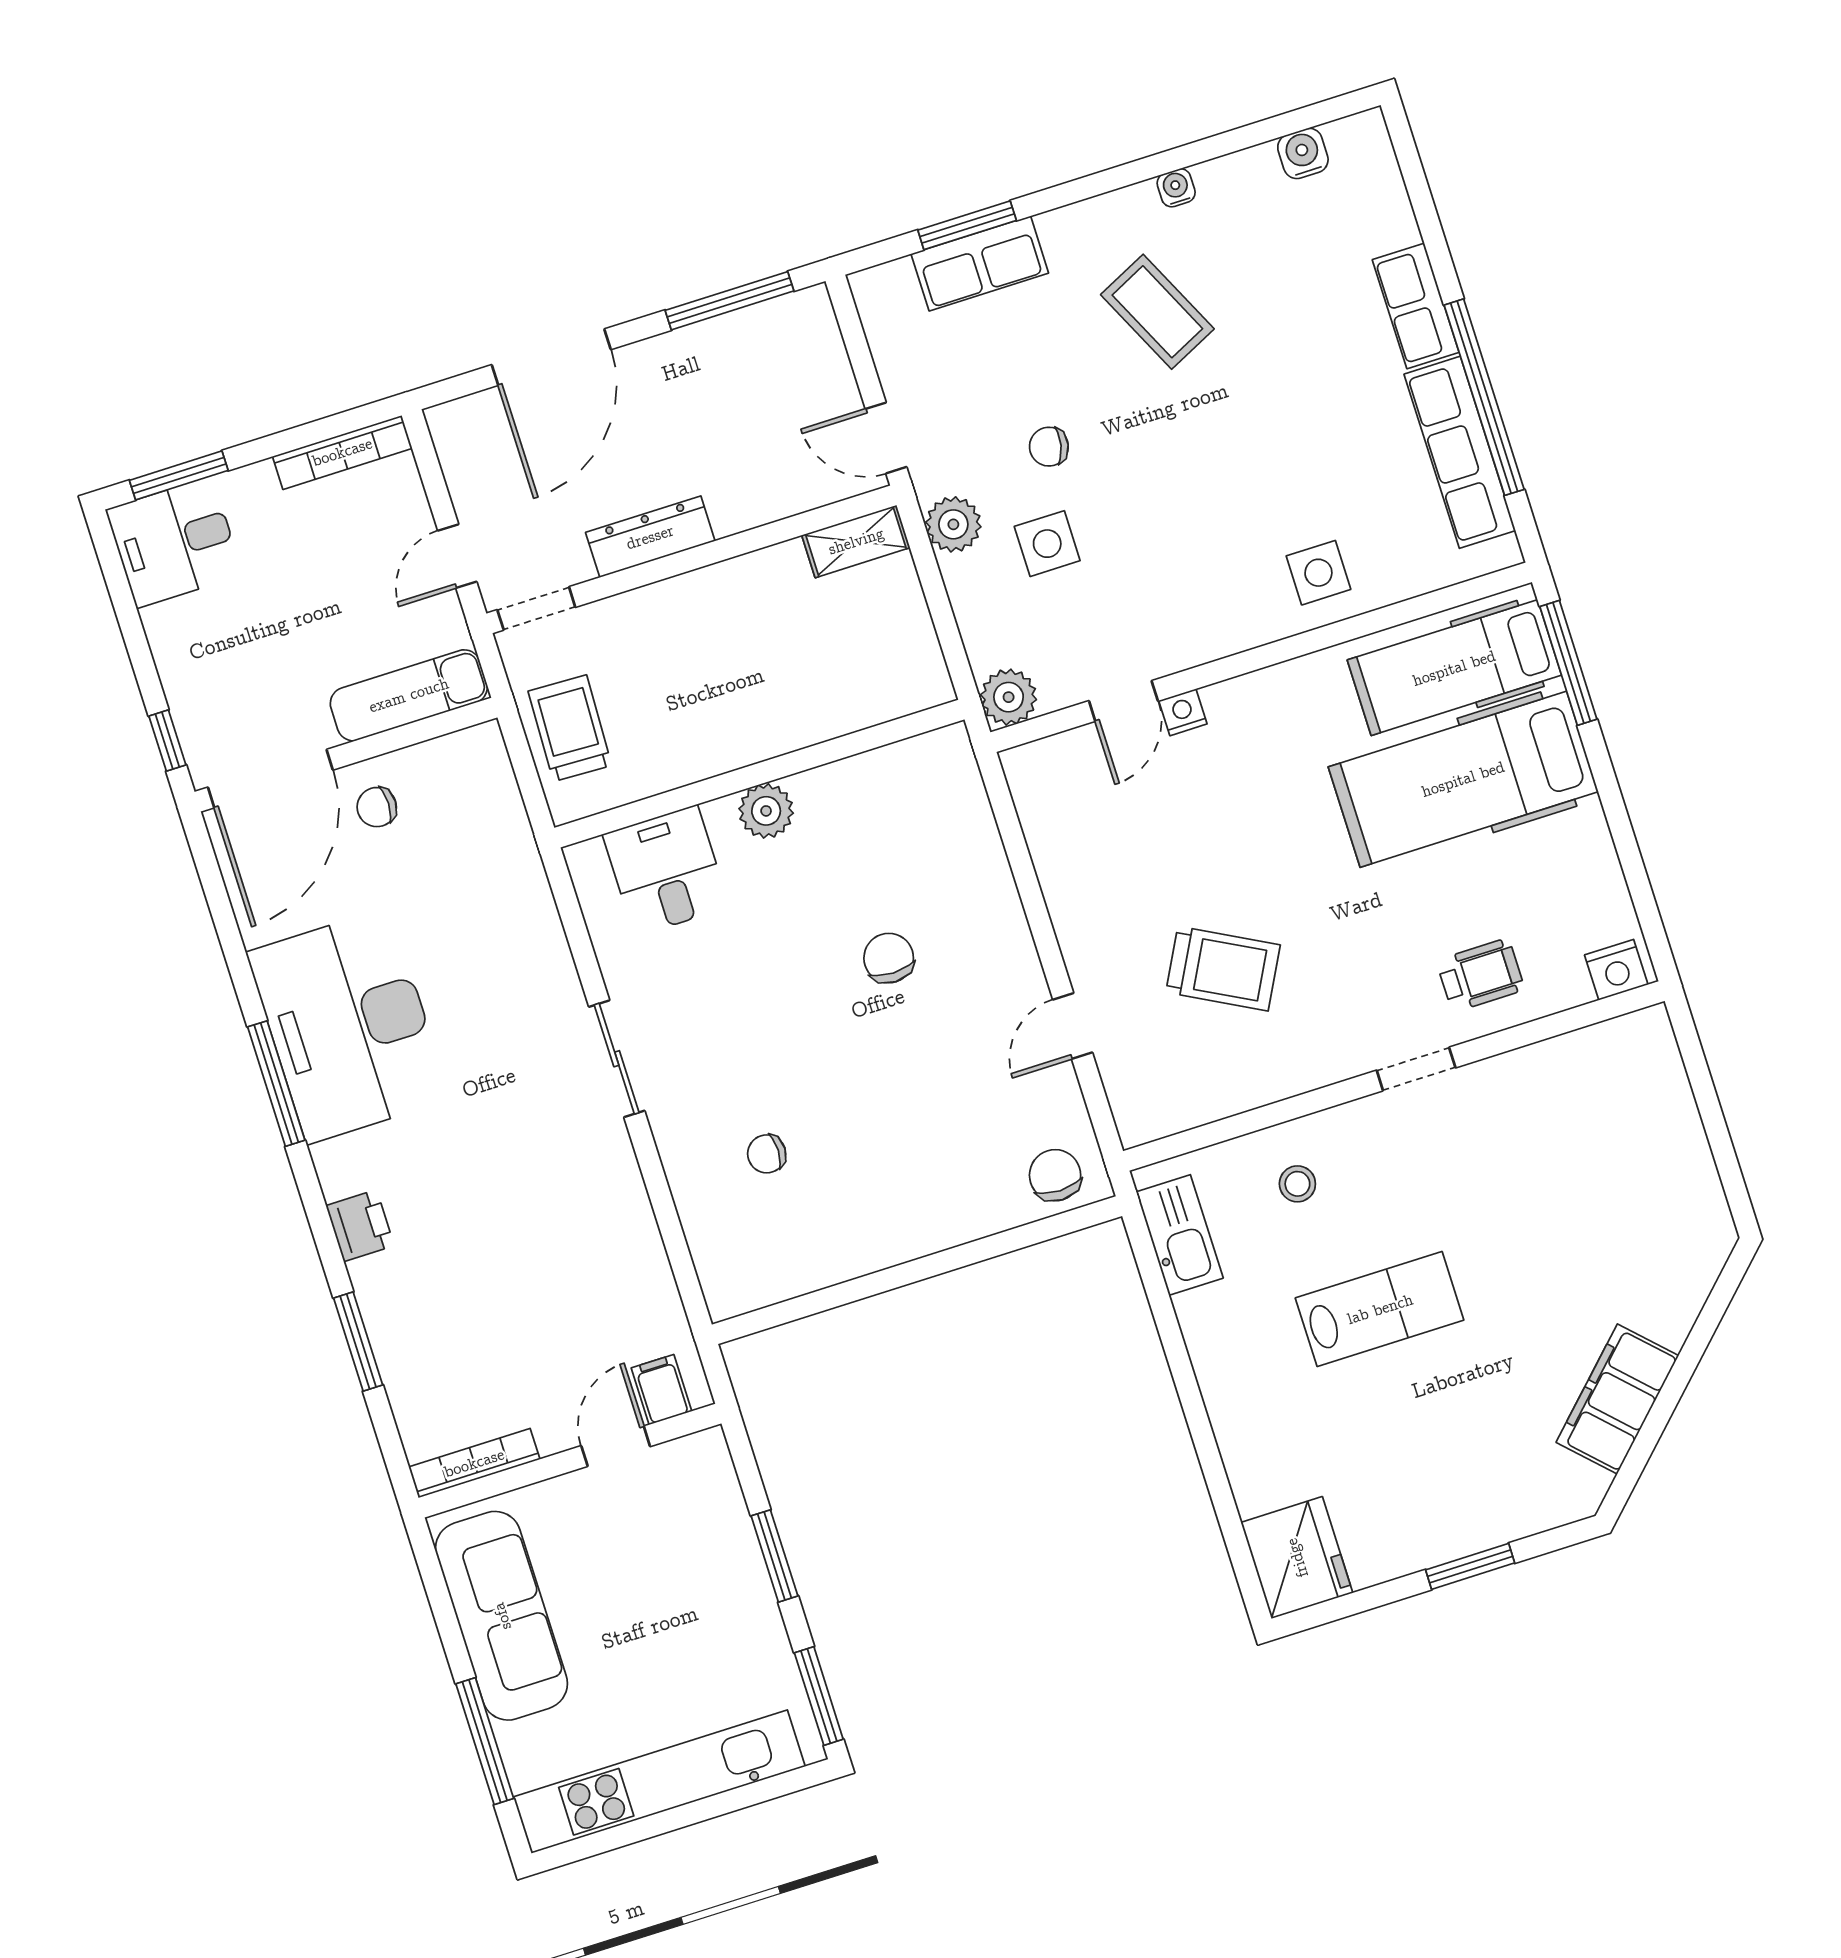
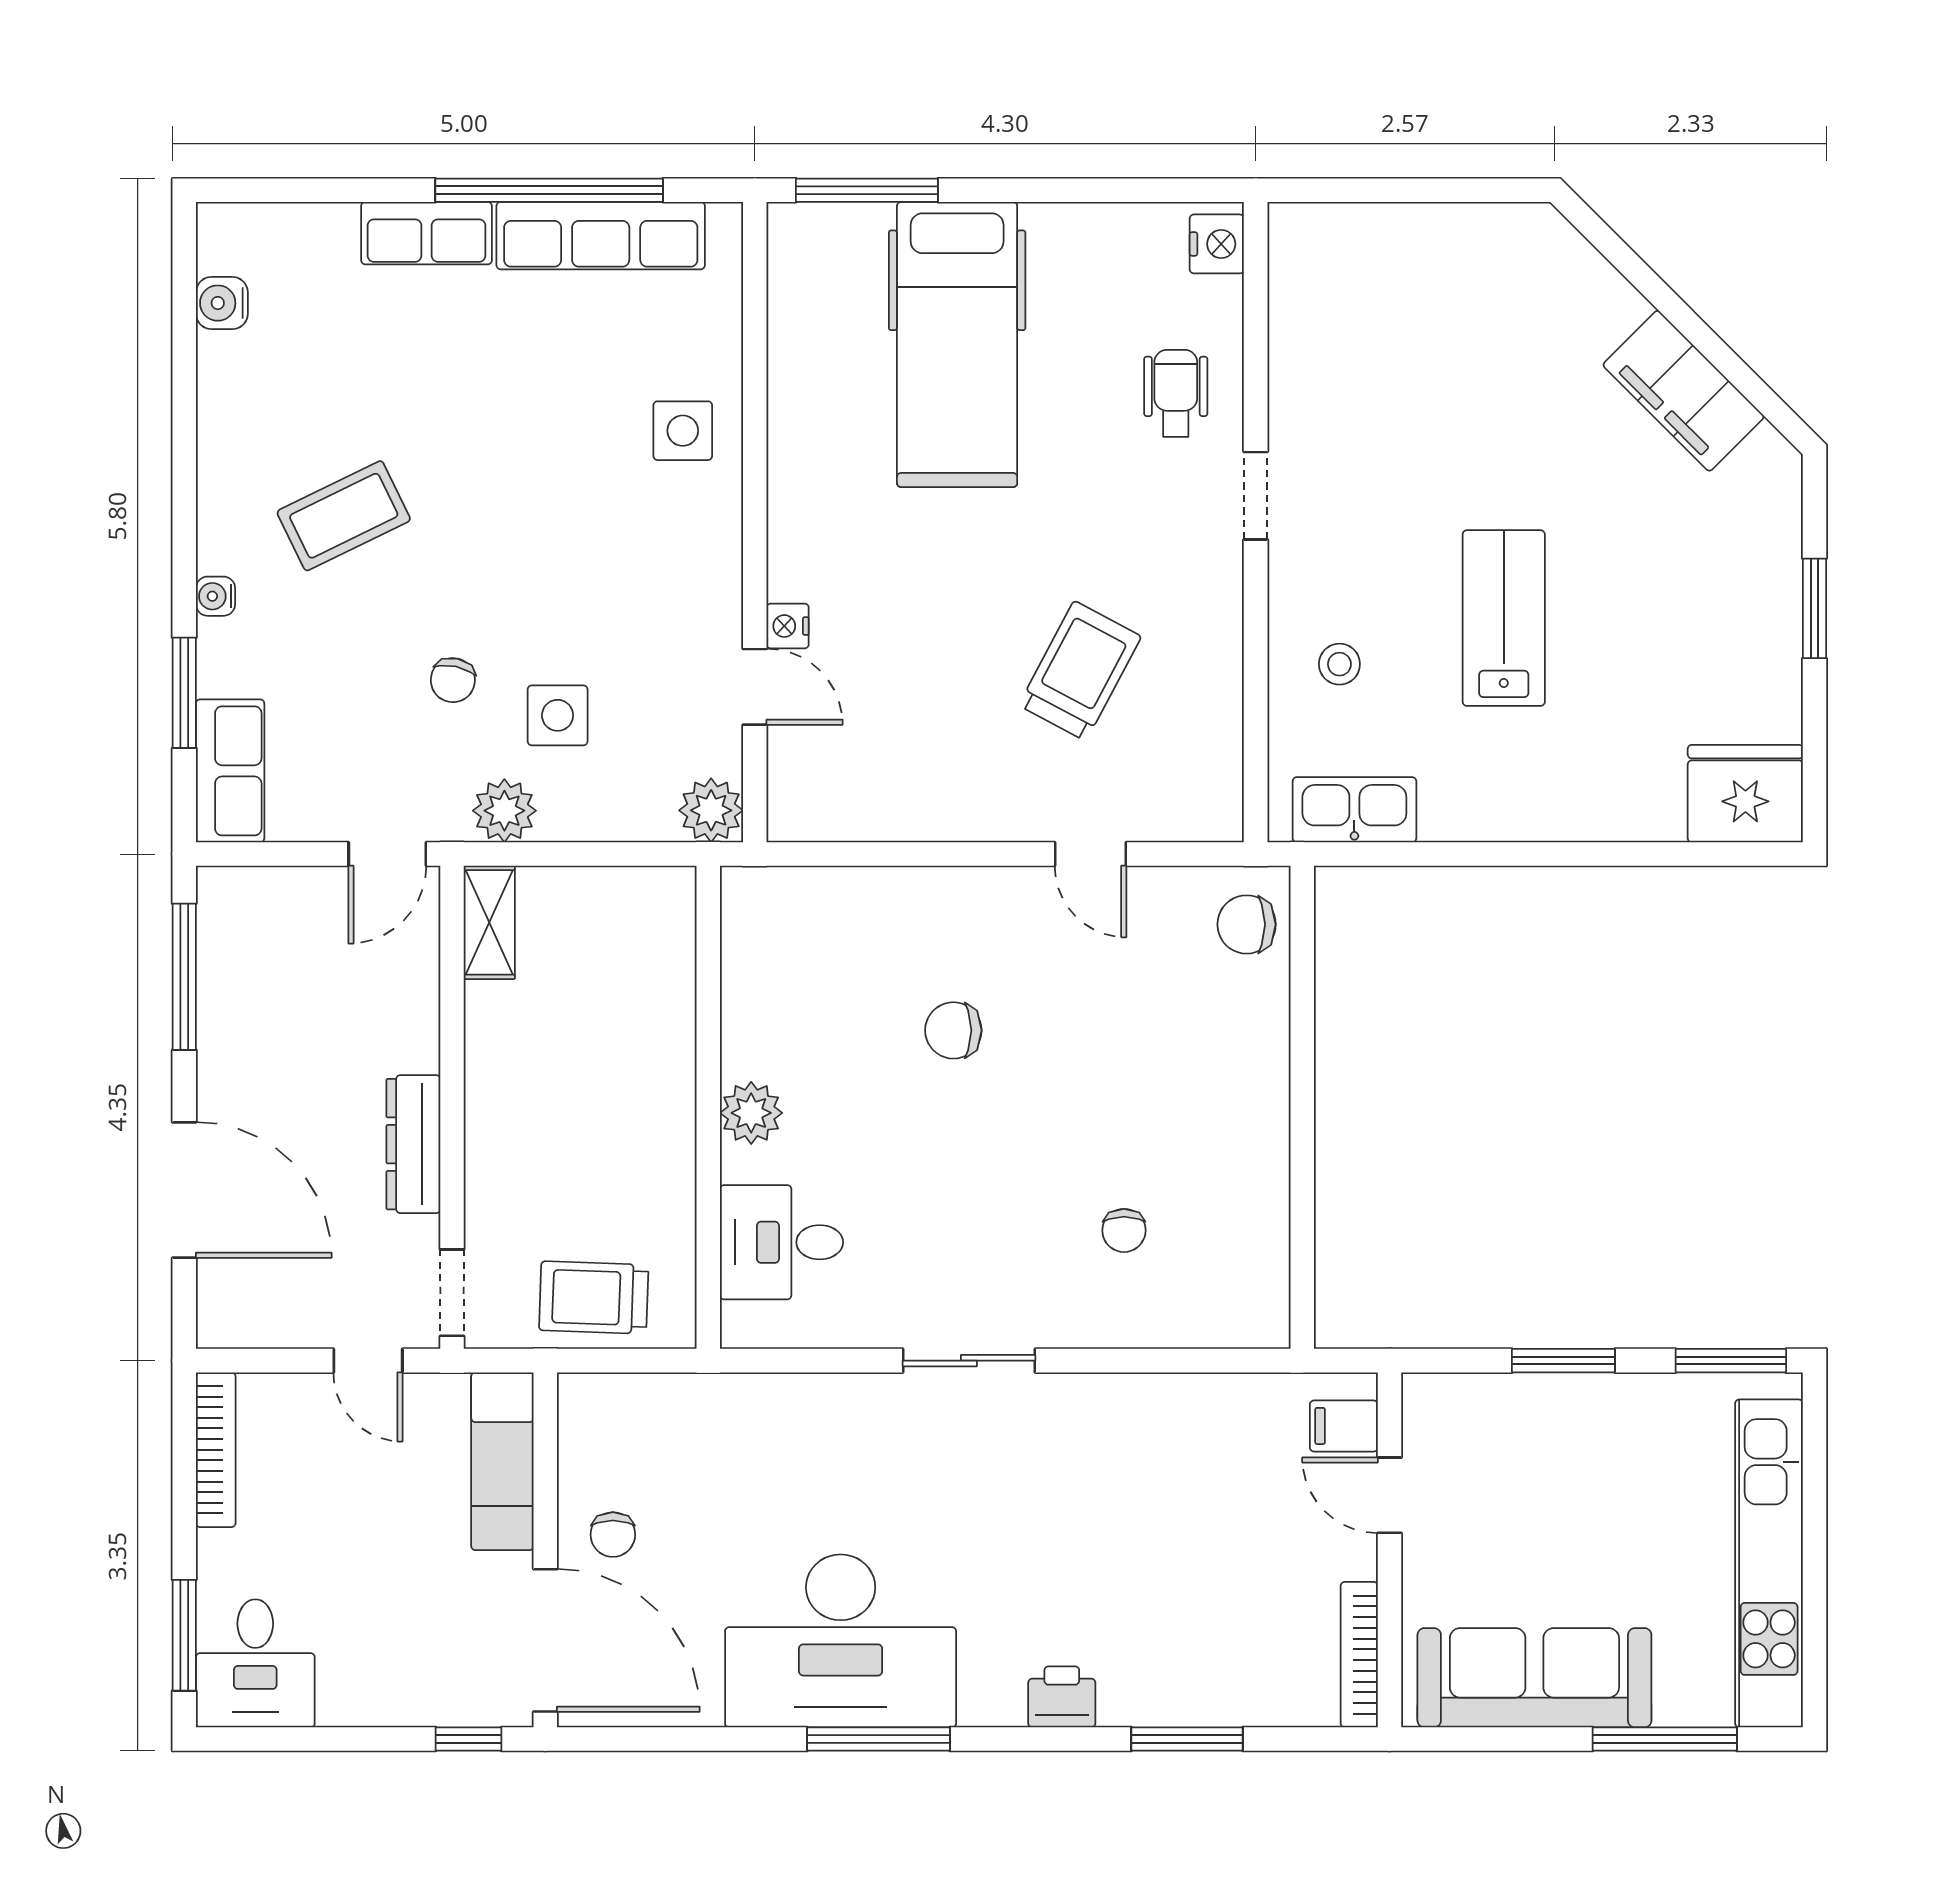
water cooler: (1176, 188) -> (215, 596), moved
row of seats: (980, 263) -> (230, 771), moved
hospital bed: (1454, 668) -> (833, 316), removed

